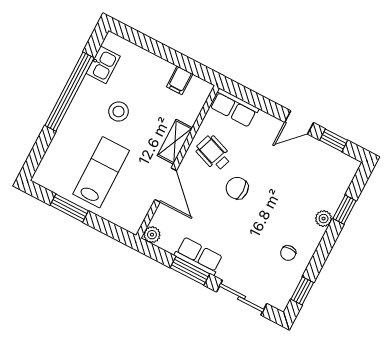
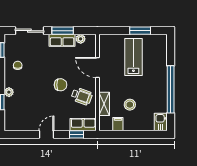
kitchen sink: (103, 65) -> (161, 122), moved
stool: (119, 112) -> (130, 105), moved
window: (334, 140) -> (77, 134), moved
shelving: (175, 142) -> (104, 104), moved
lab bench: (101, 172) -> (133, 57), turned 180
plant: (152, 235) -> (81, 39), moved

